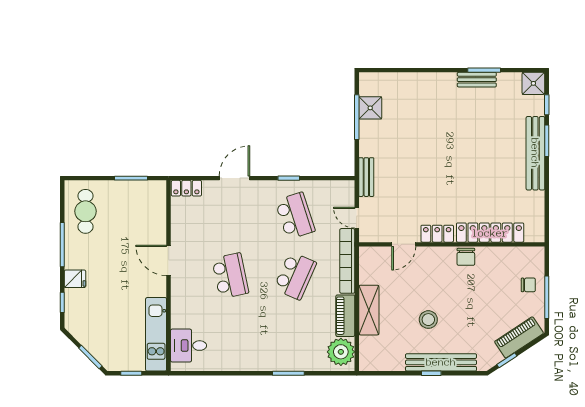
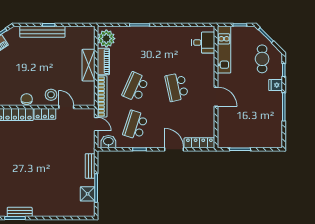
bench: (366, 177) -> (90, 166), moved
door: (235, 178) -> (174, 149), swing flipped
locker: (186, 188) -> (199, 143), width x1.53
washbasin: (338, 190) -> (108, 142), added
cafe table: (85, 211) -> (262, 59), moved
school desk: (295, 216) -> (135, 125), turned 36
door: (404, 244) -> (66, 107), hinge flipped
stool: (428, 320) -> (51, 95), moved

